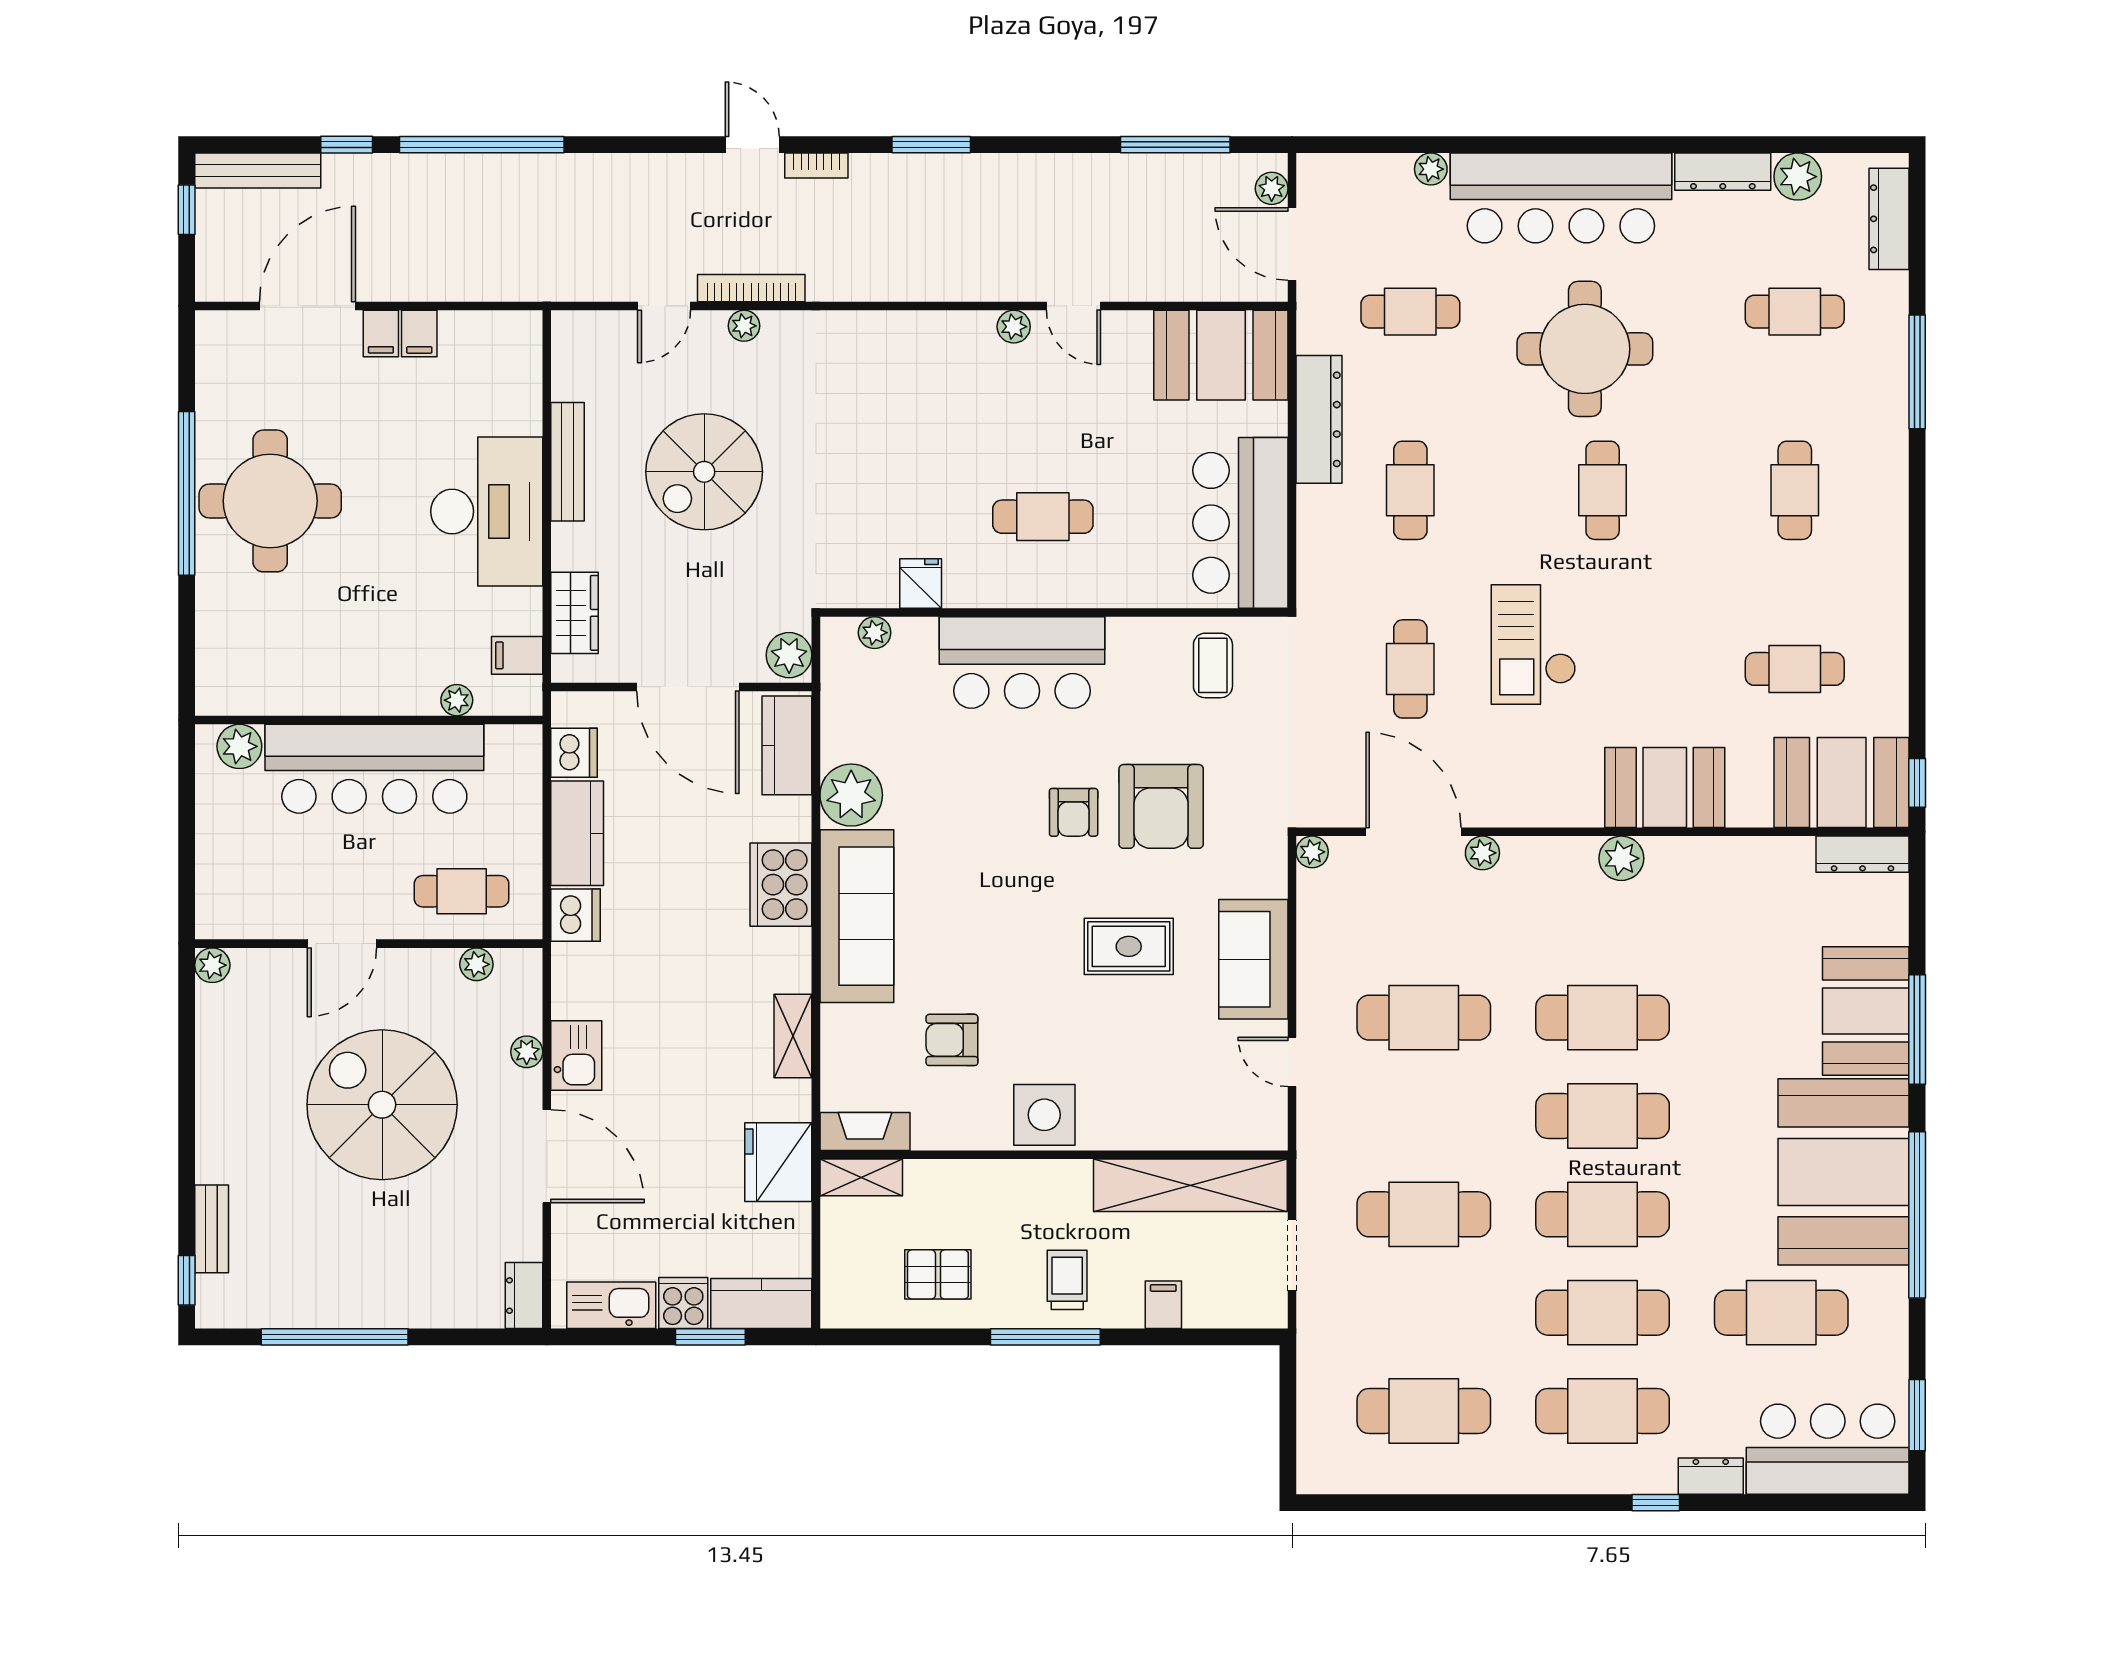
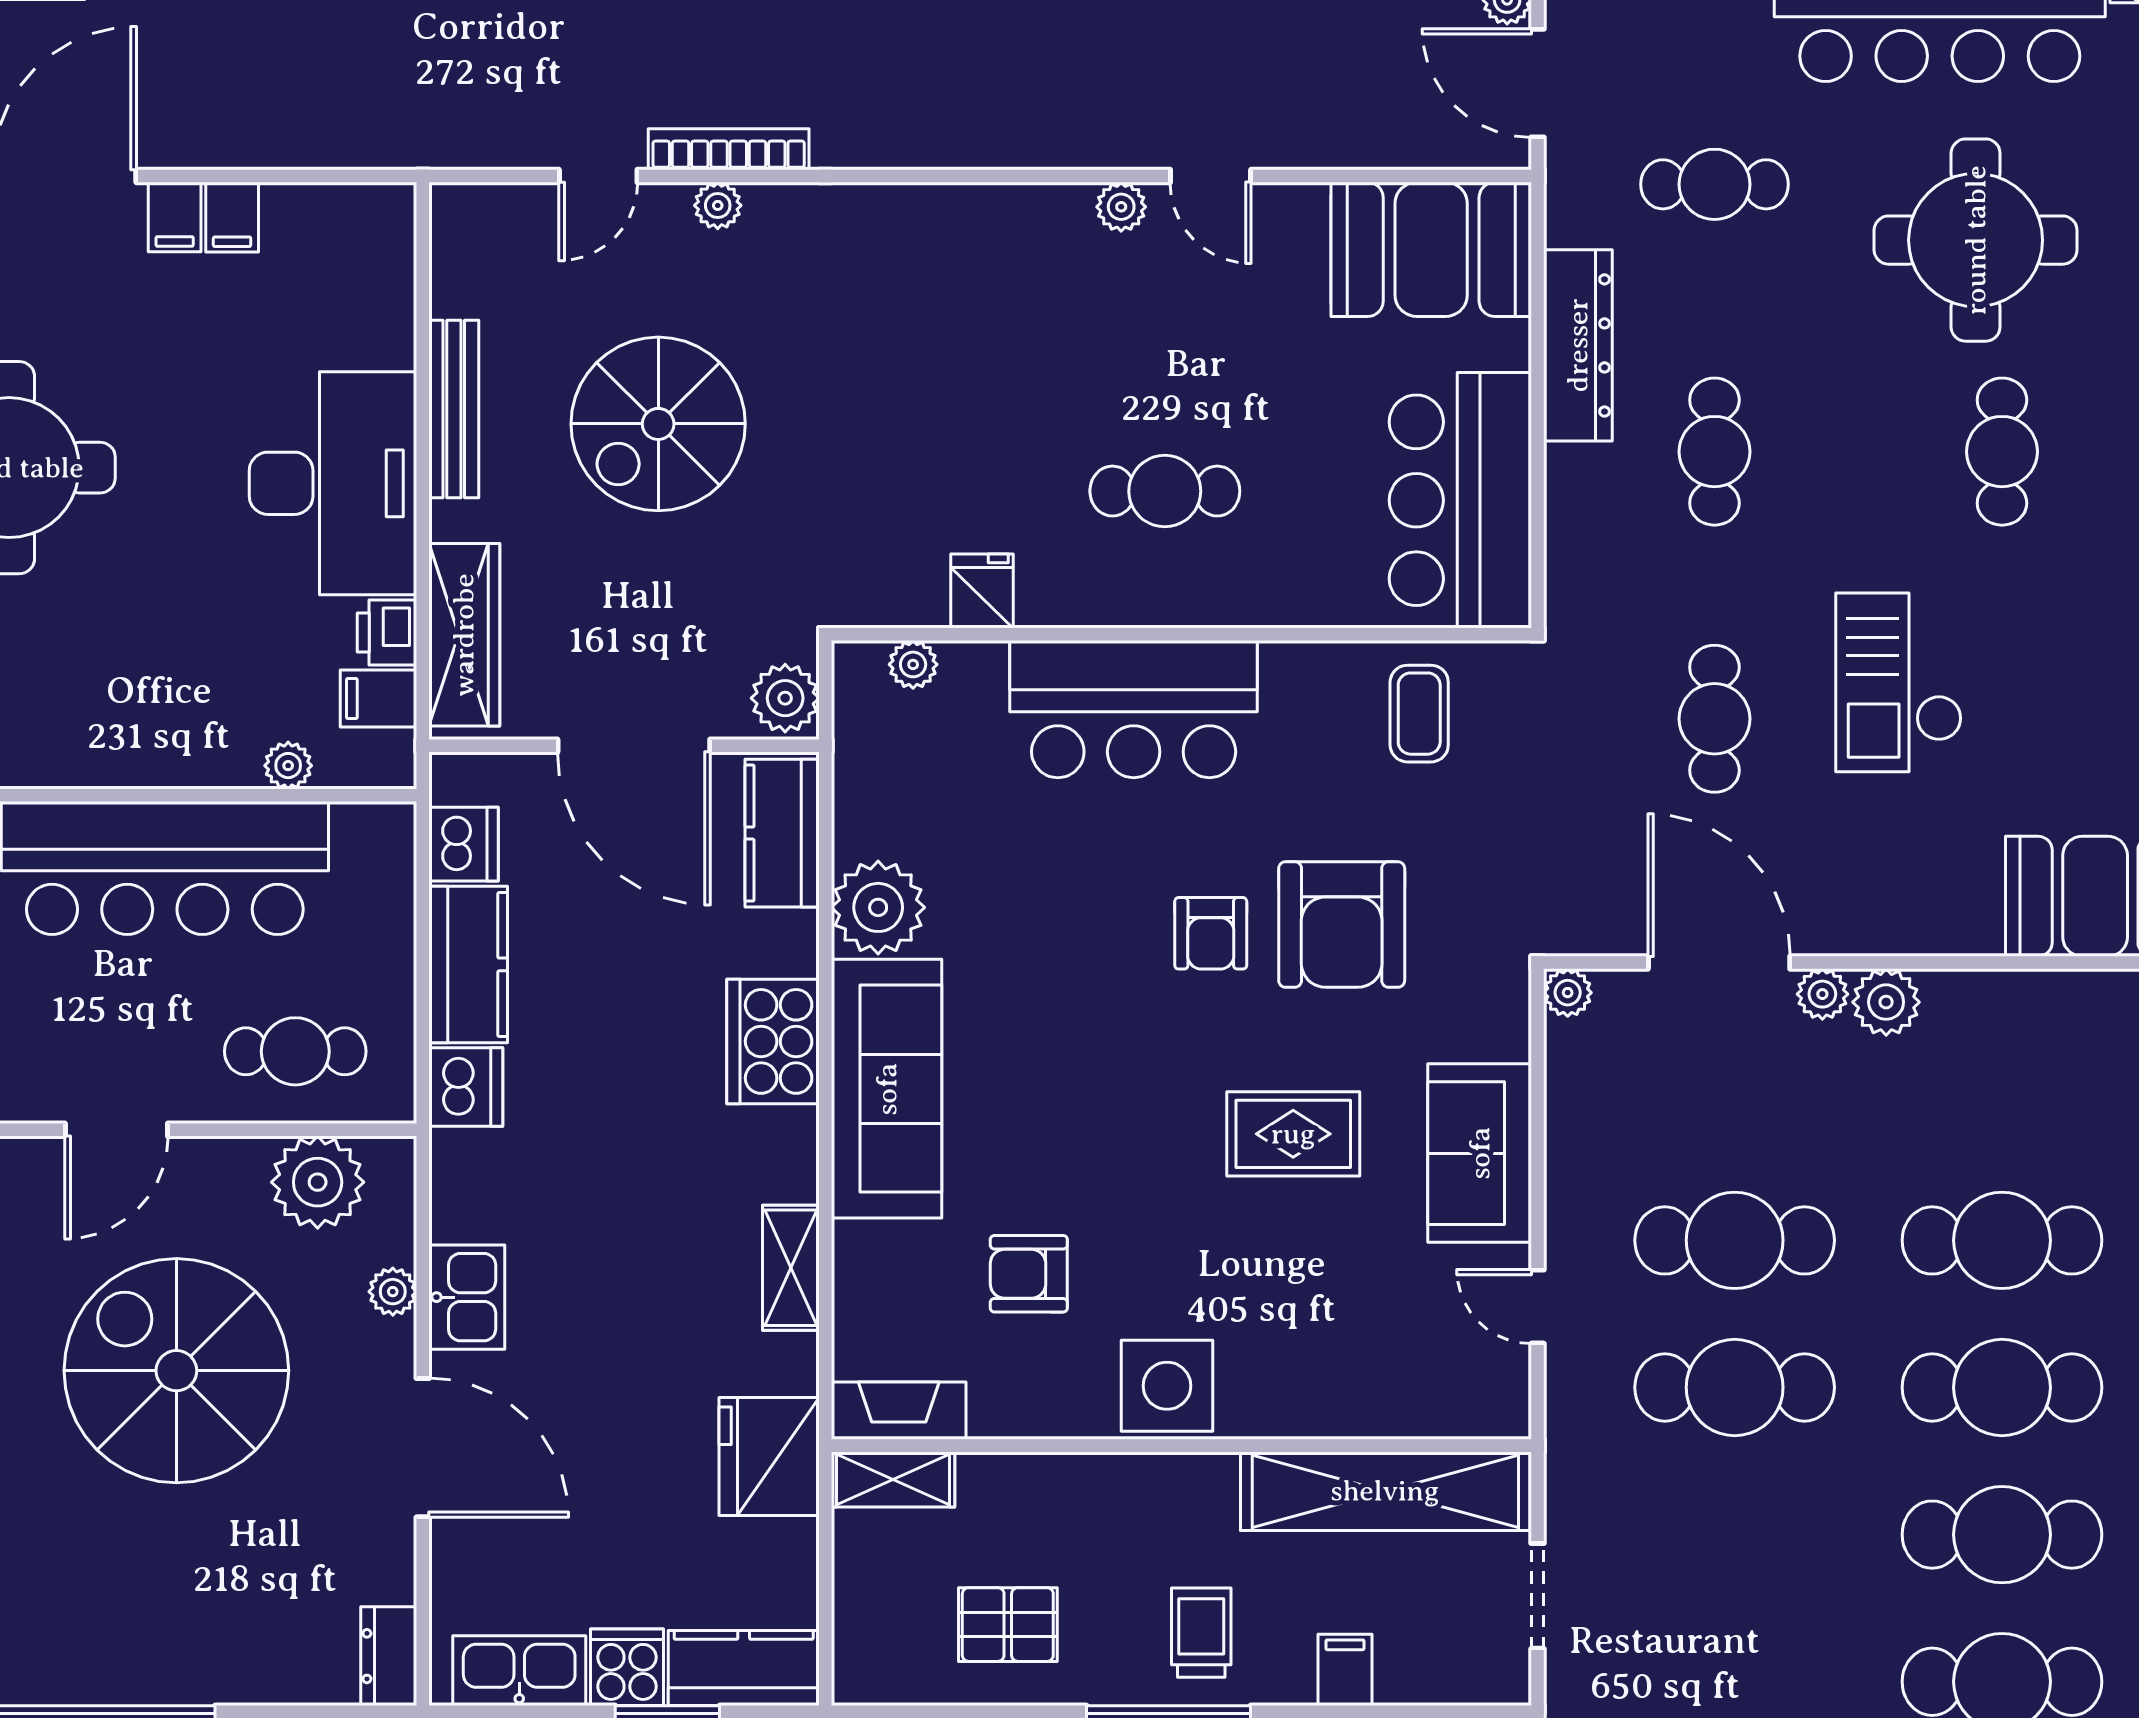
printer: (523, 611) -> (387, 632), added
wardrobe: (575, 613) -> (464, 635), width x1.50
plant: (1621, 858) -> (1886, 1002), moved
plant: (476, 964) -> (318, 1182), width x1.87, depth x1.87
cafe table: (1424, 1214) -> (1735, 1387), moved

